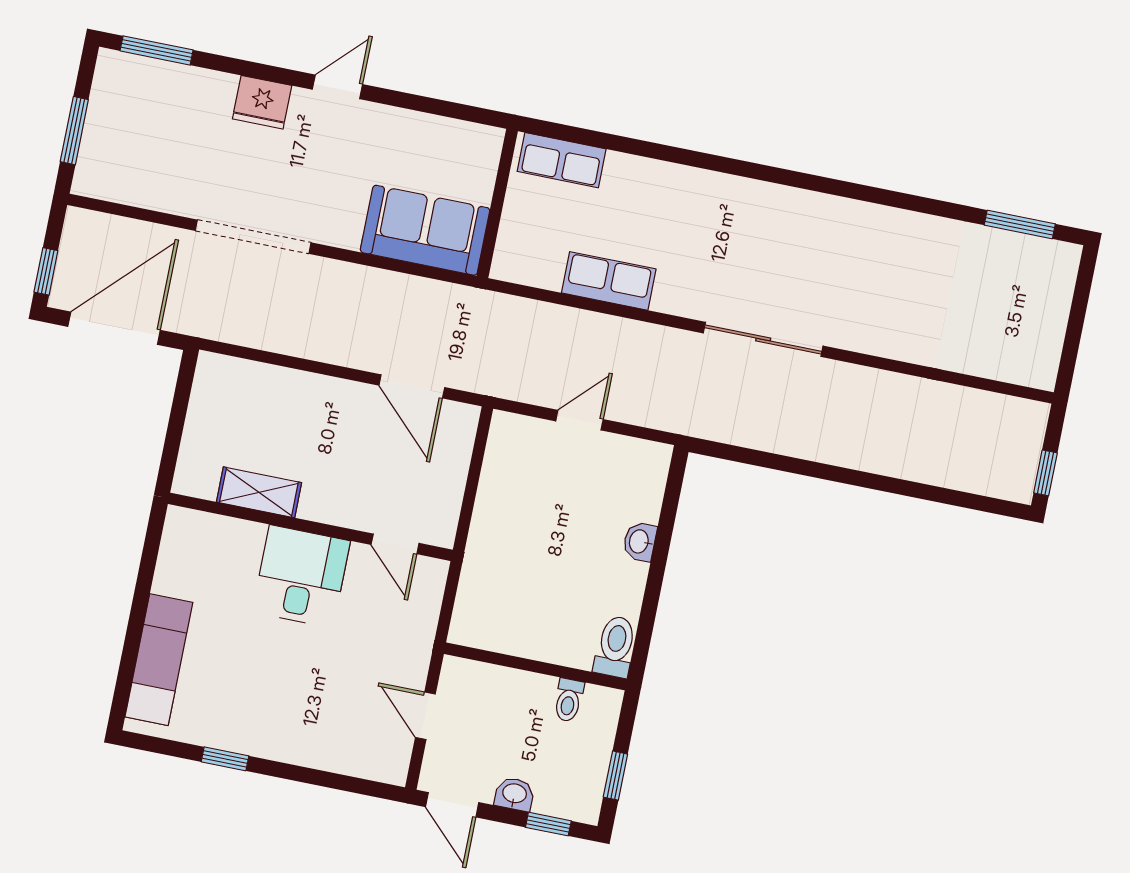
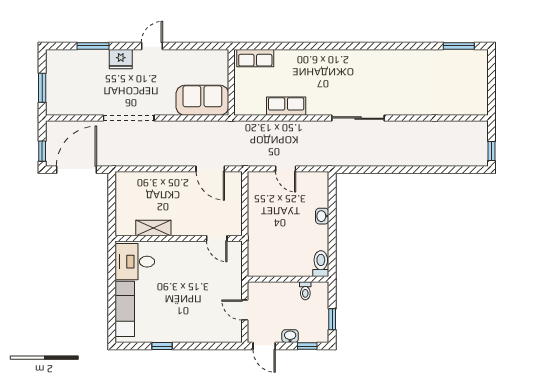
window: (157, 50) -> (93, 46), moved
door: (579, 420) -> (286, 169), swing flipped
desk: (301, 576) -> (135, 262), moved, turned -90

